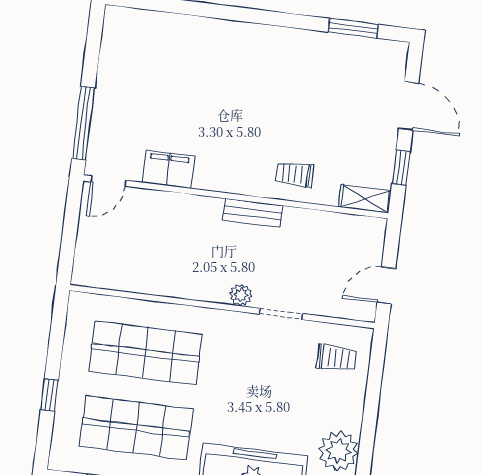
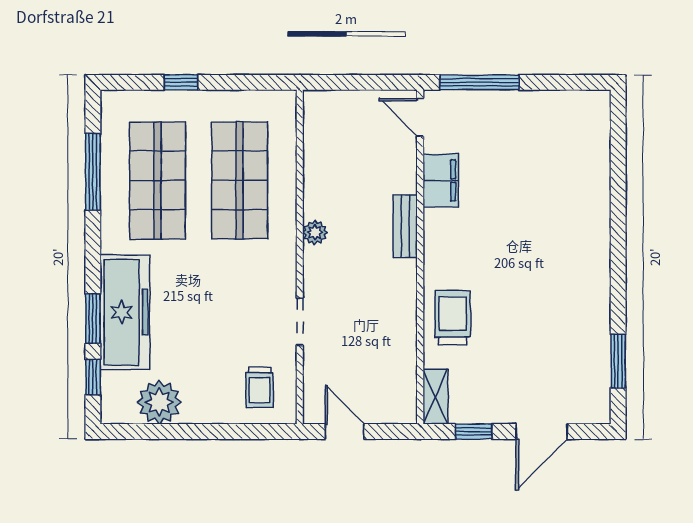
trolley: (295, 174) -> (453, 318), width x1.36, depth x1.39
bench: (253, 213) -> (405, 226), moved
plant: (241, 295) -> (315, 232), moved

